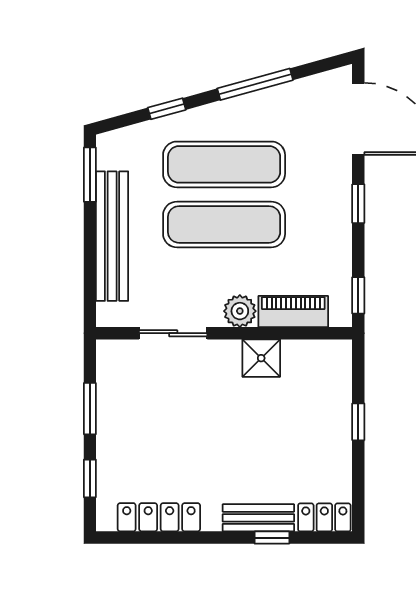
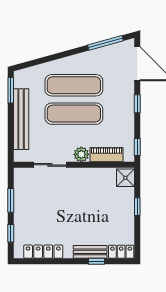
window: (255, 84) -> (106, 43), moved
window: (167, 109) -> (47, 59), removed
shower: (261, 358) -> (125, 178), moved

